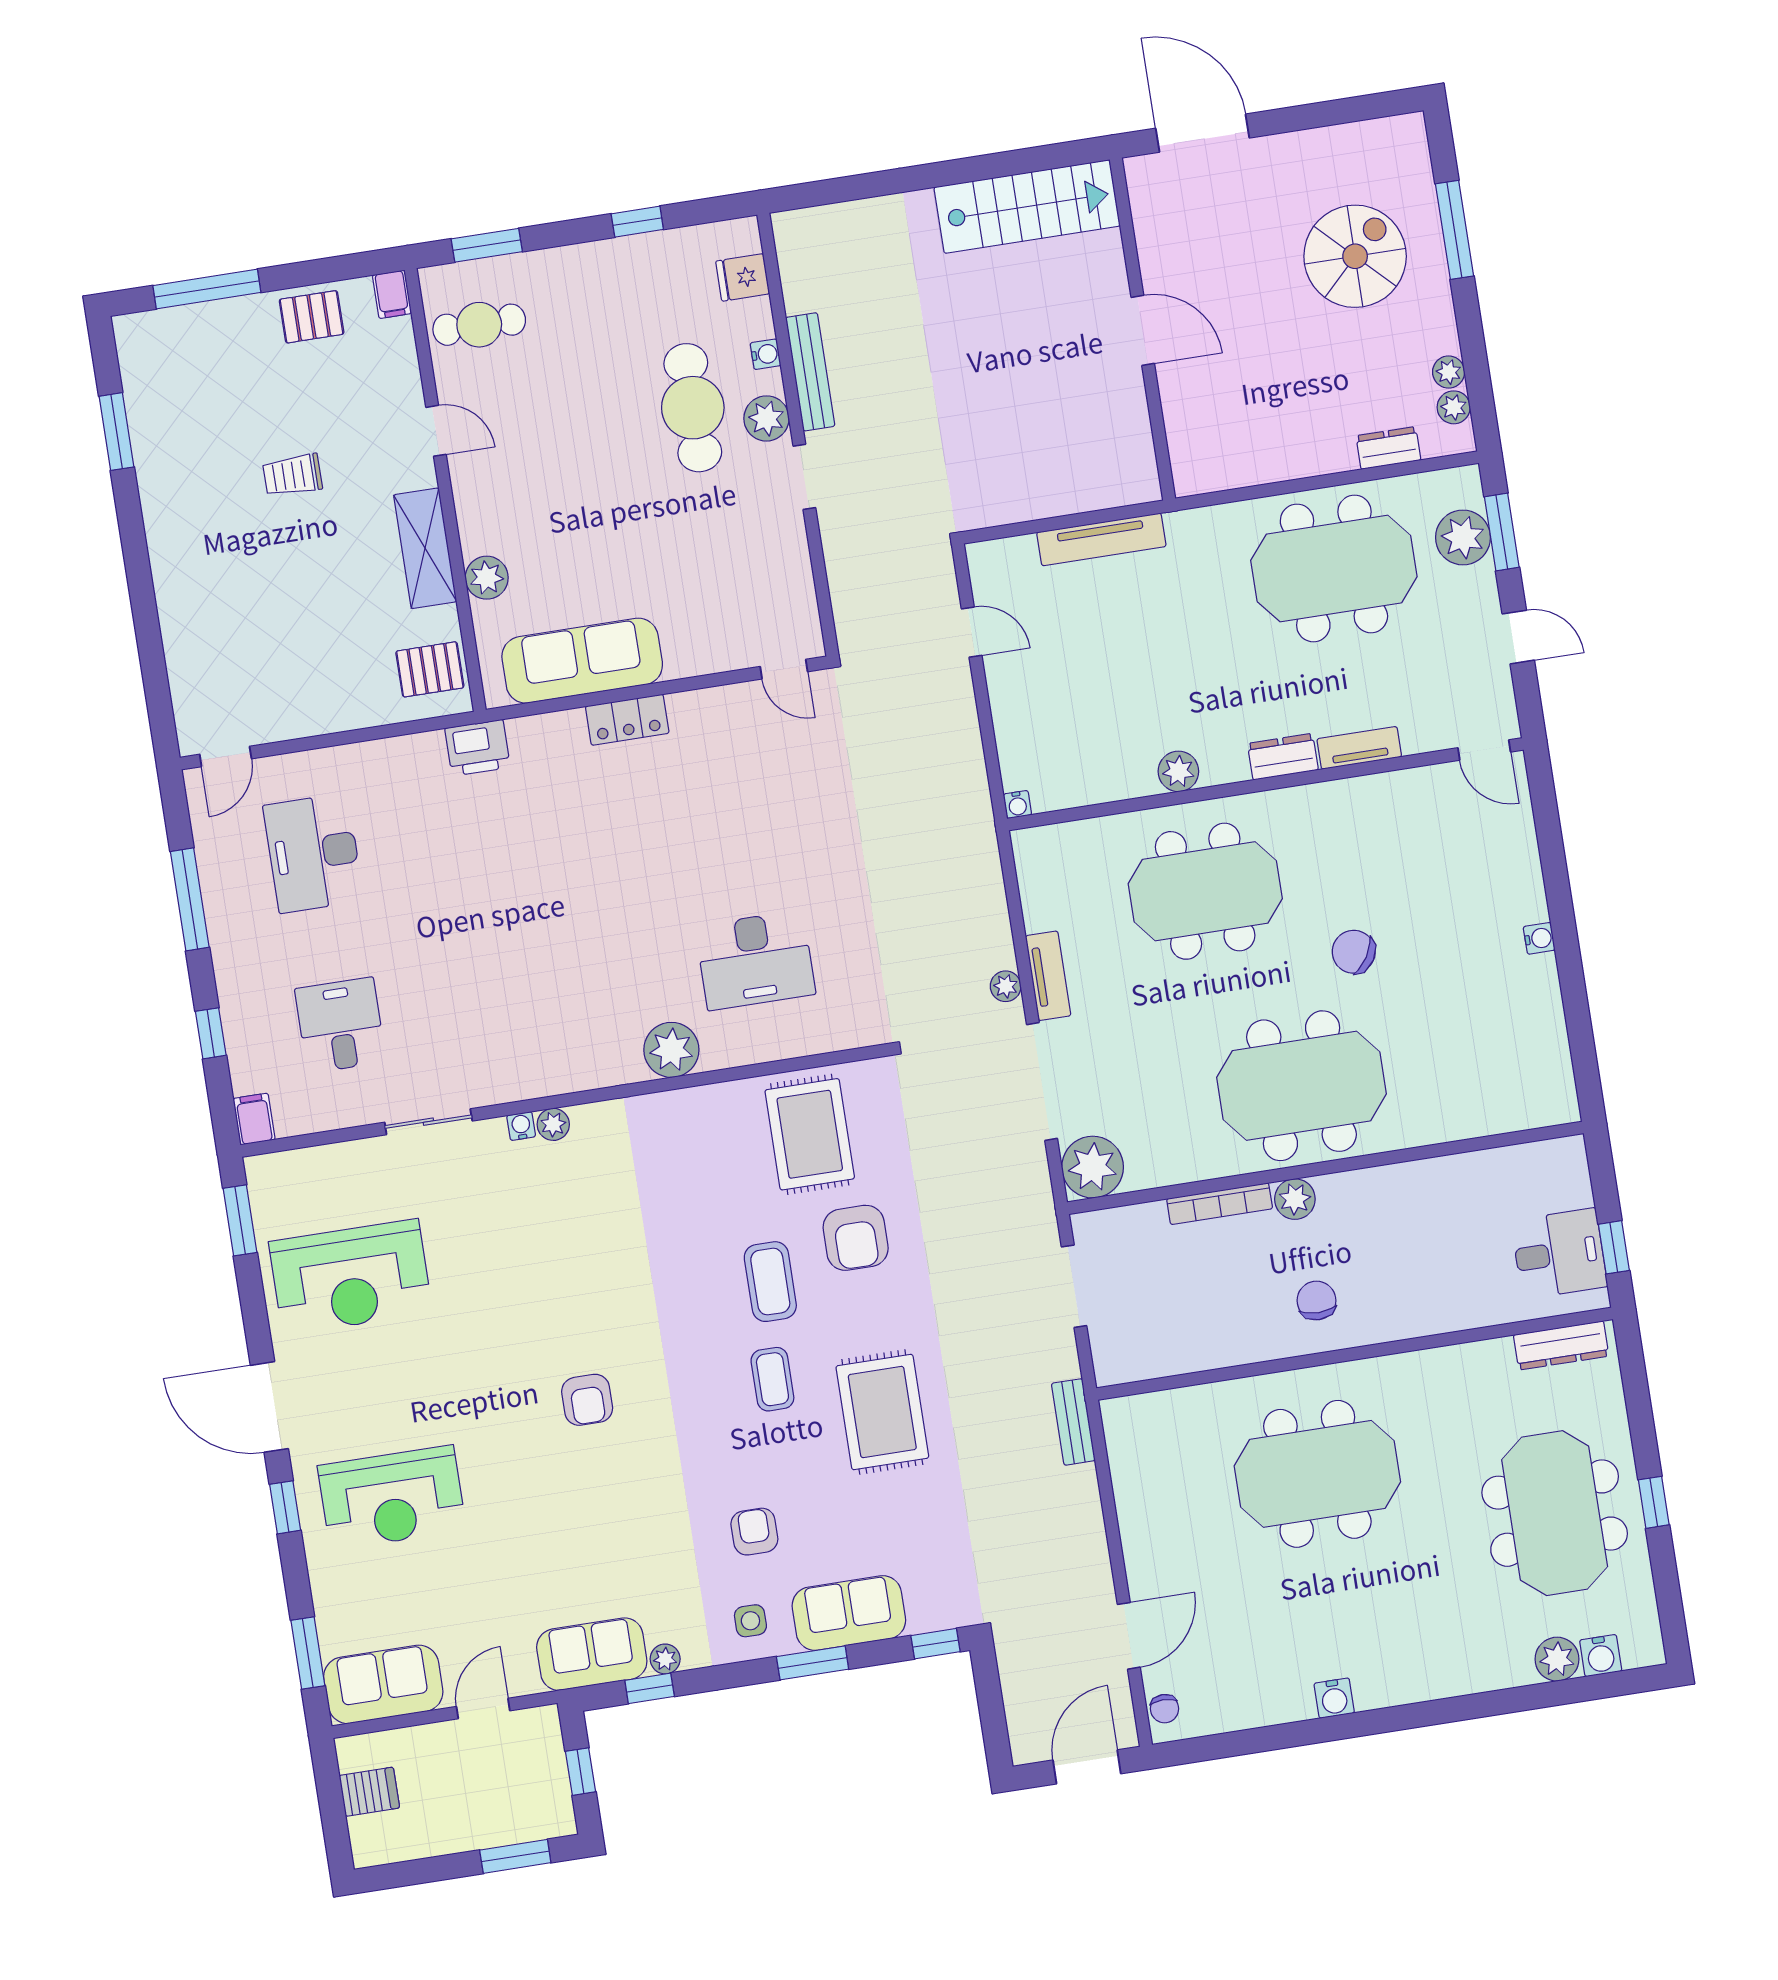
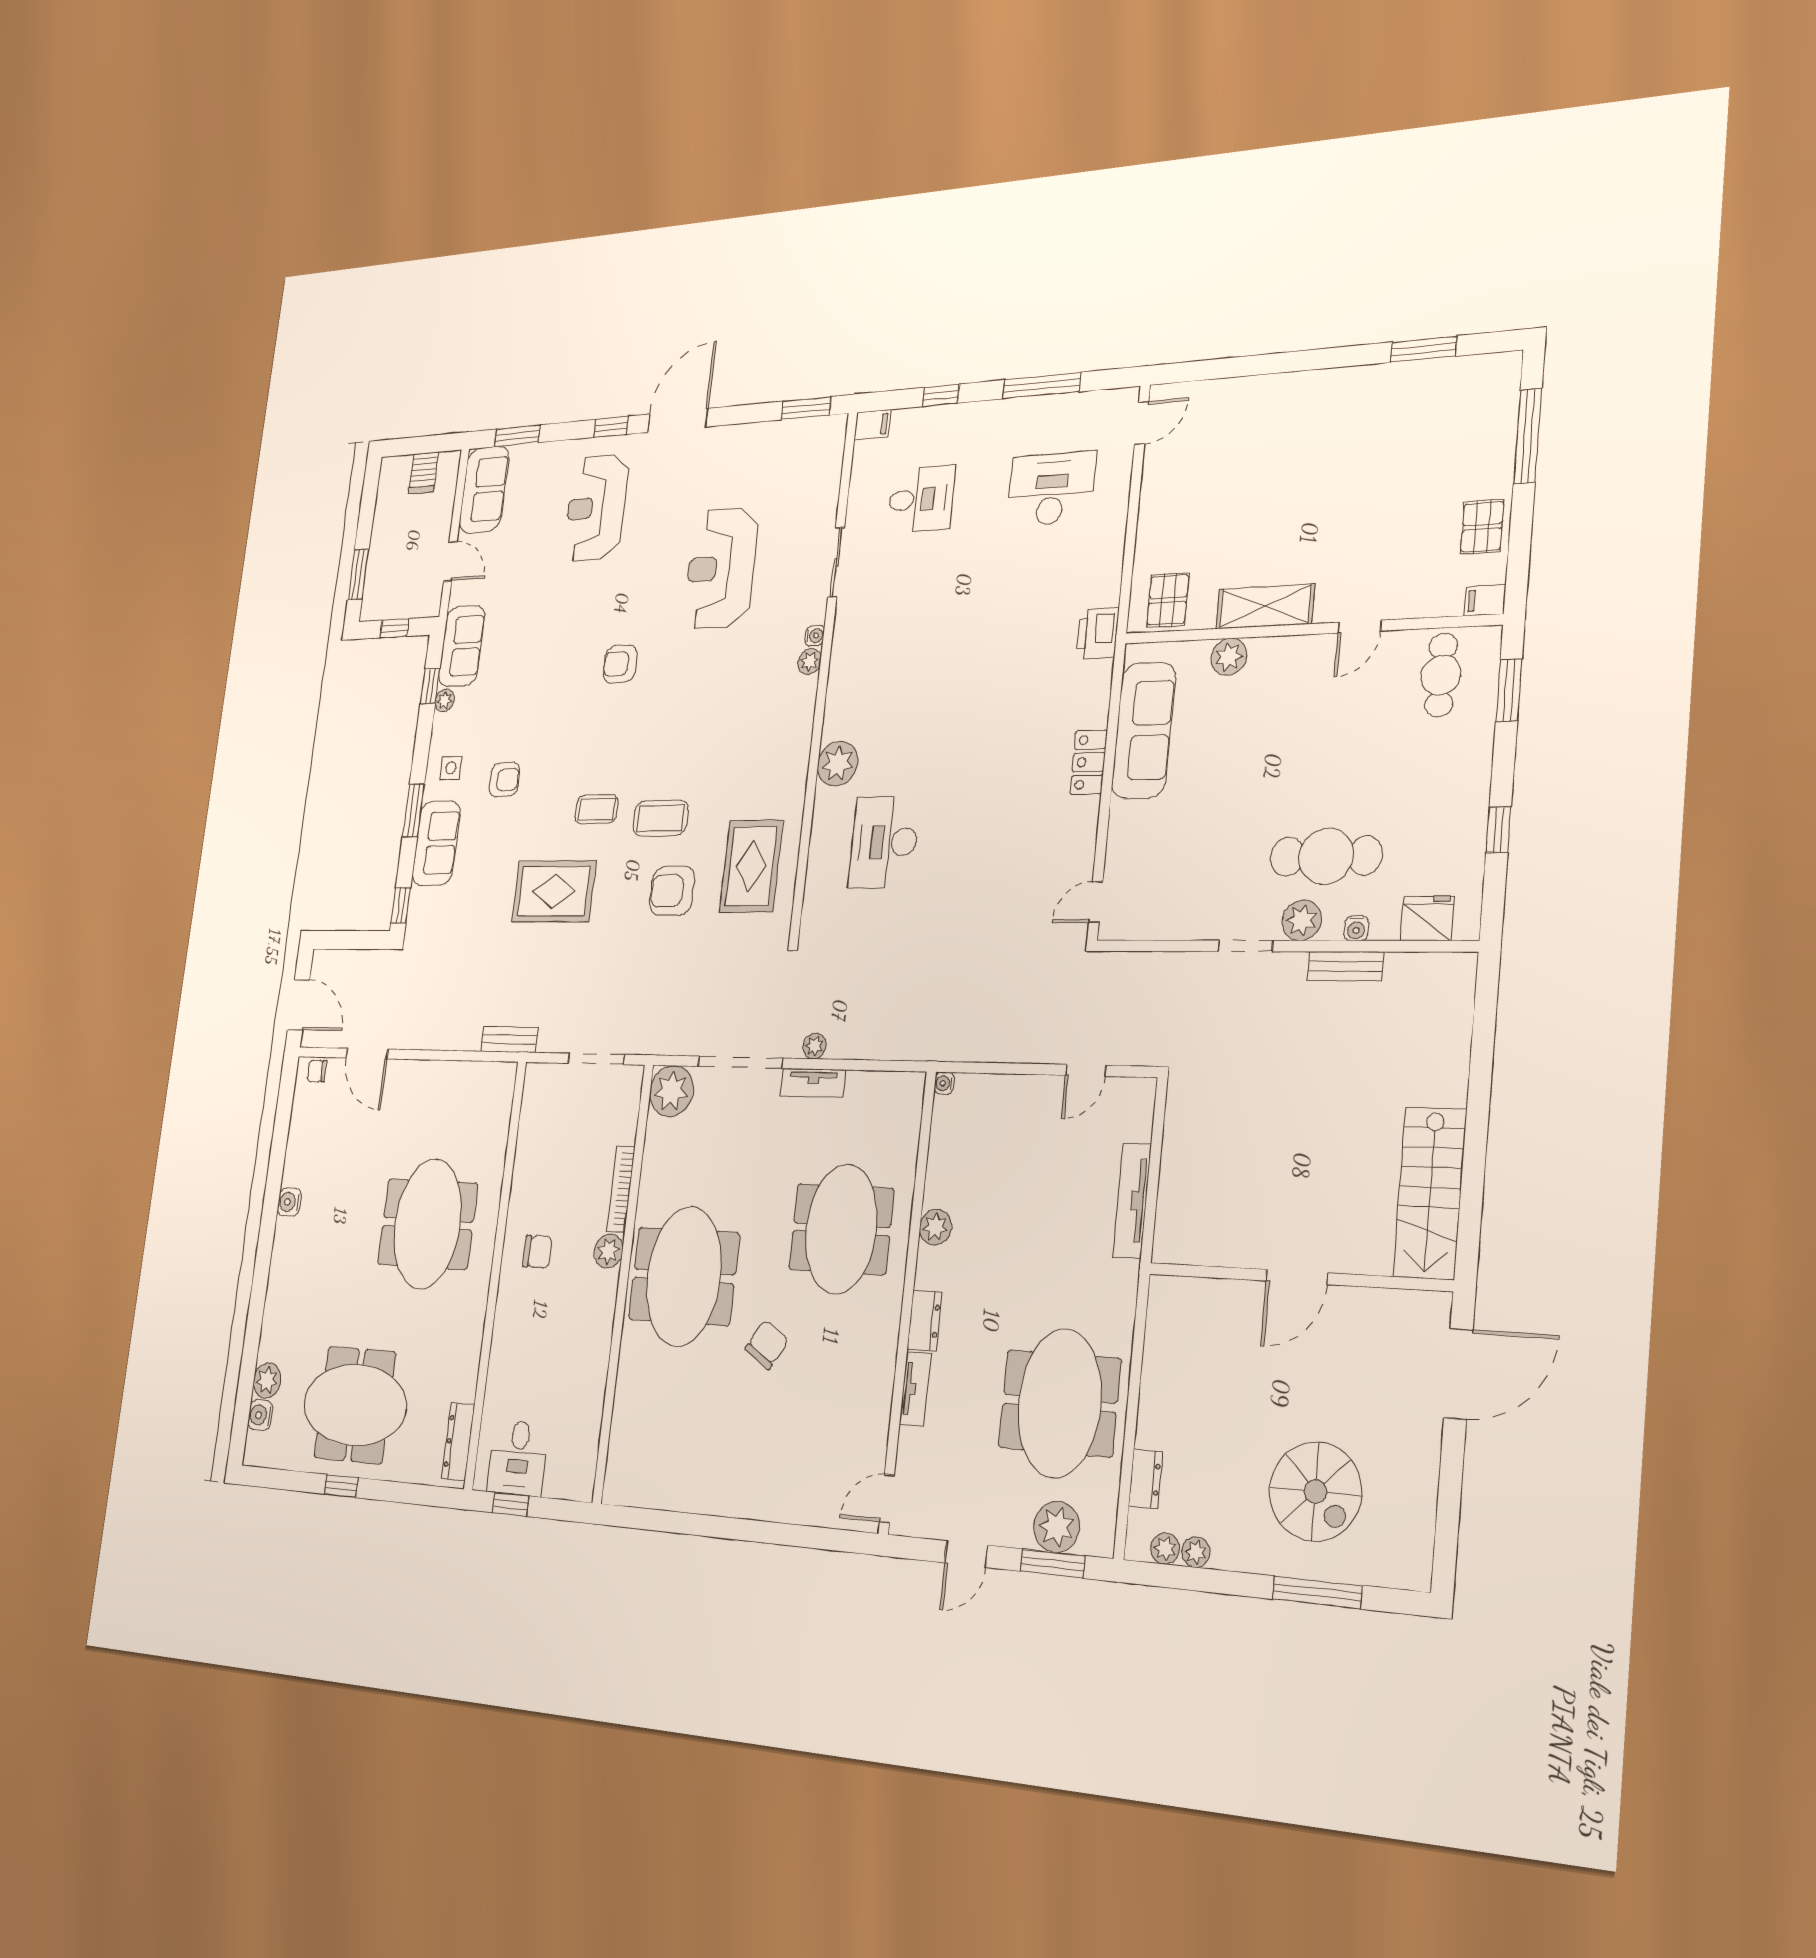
fridge: (743, 277) -> (1427, 918), width x1.38
bench: (810, 372) -> (1345, 966), width x0.73
trolley: (292, 475) -> (1352, 498), removed
door: (226, 756) -> (1142, 423), swing flipped
water cooler: (1539, 938) -> (737, 1506), removed
rug: (810, 1134) -> (751, 866), turned 90
reception desk: (351, 1277) -> (721, 568), moved

